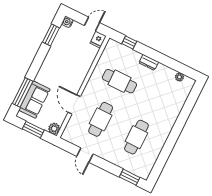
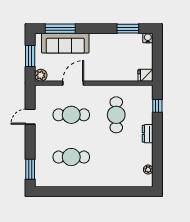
door: (92, 24) -> (157, 62), removed
sofa: (34, 100) -> (65, 43), width x1.36

